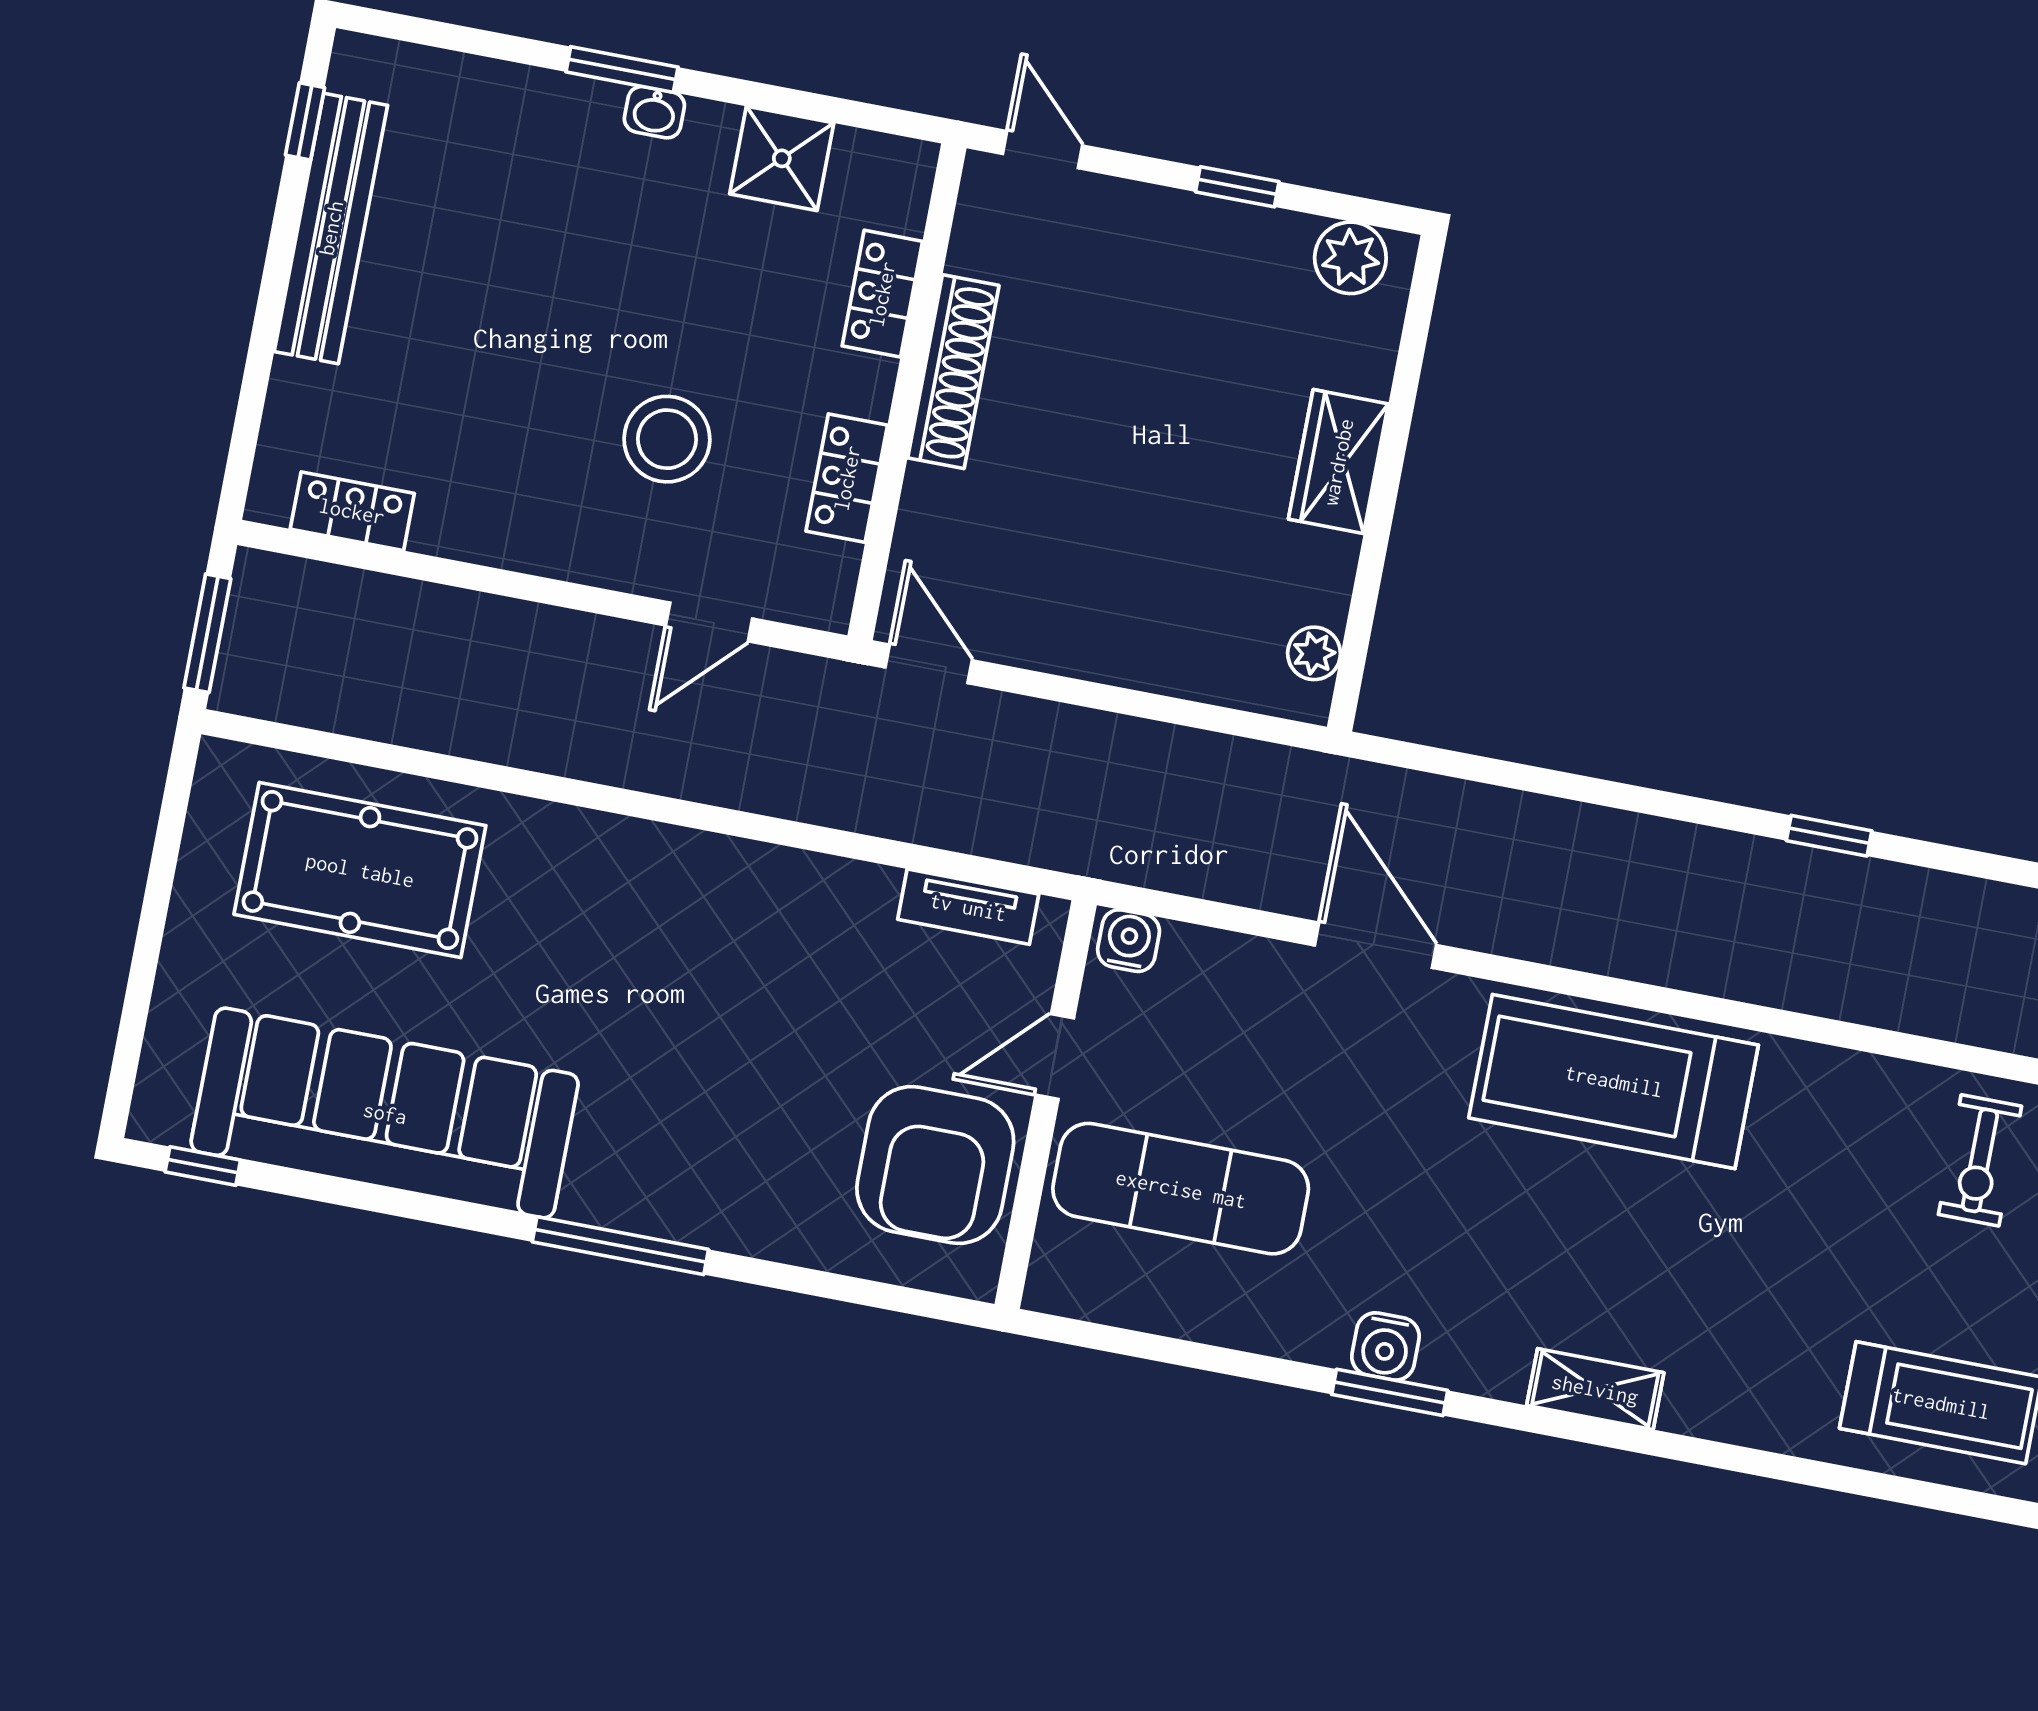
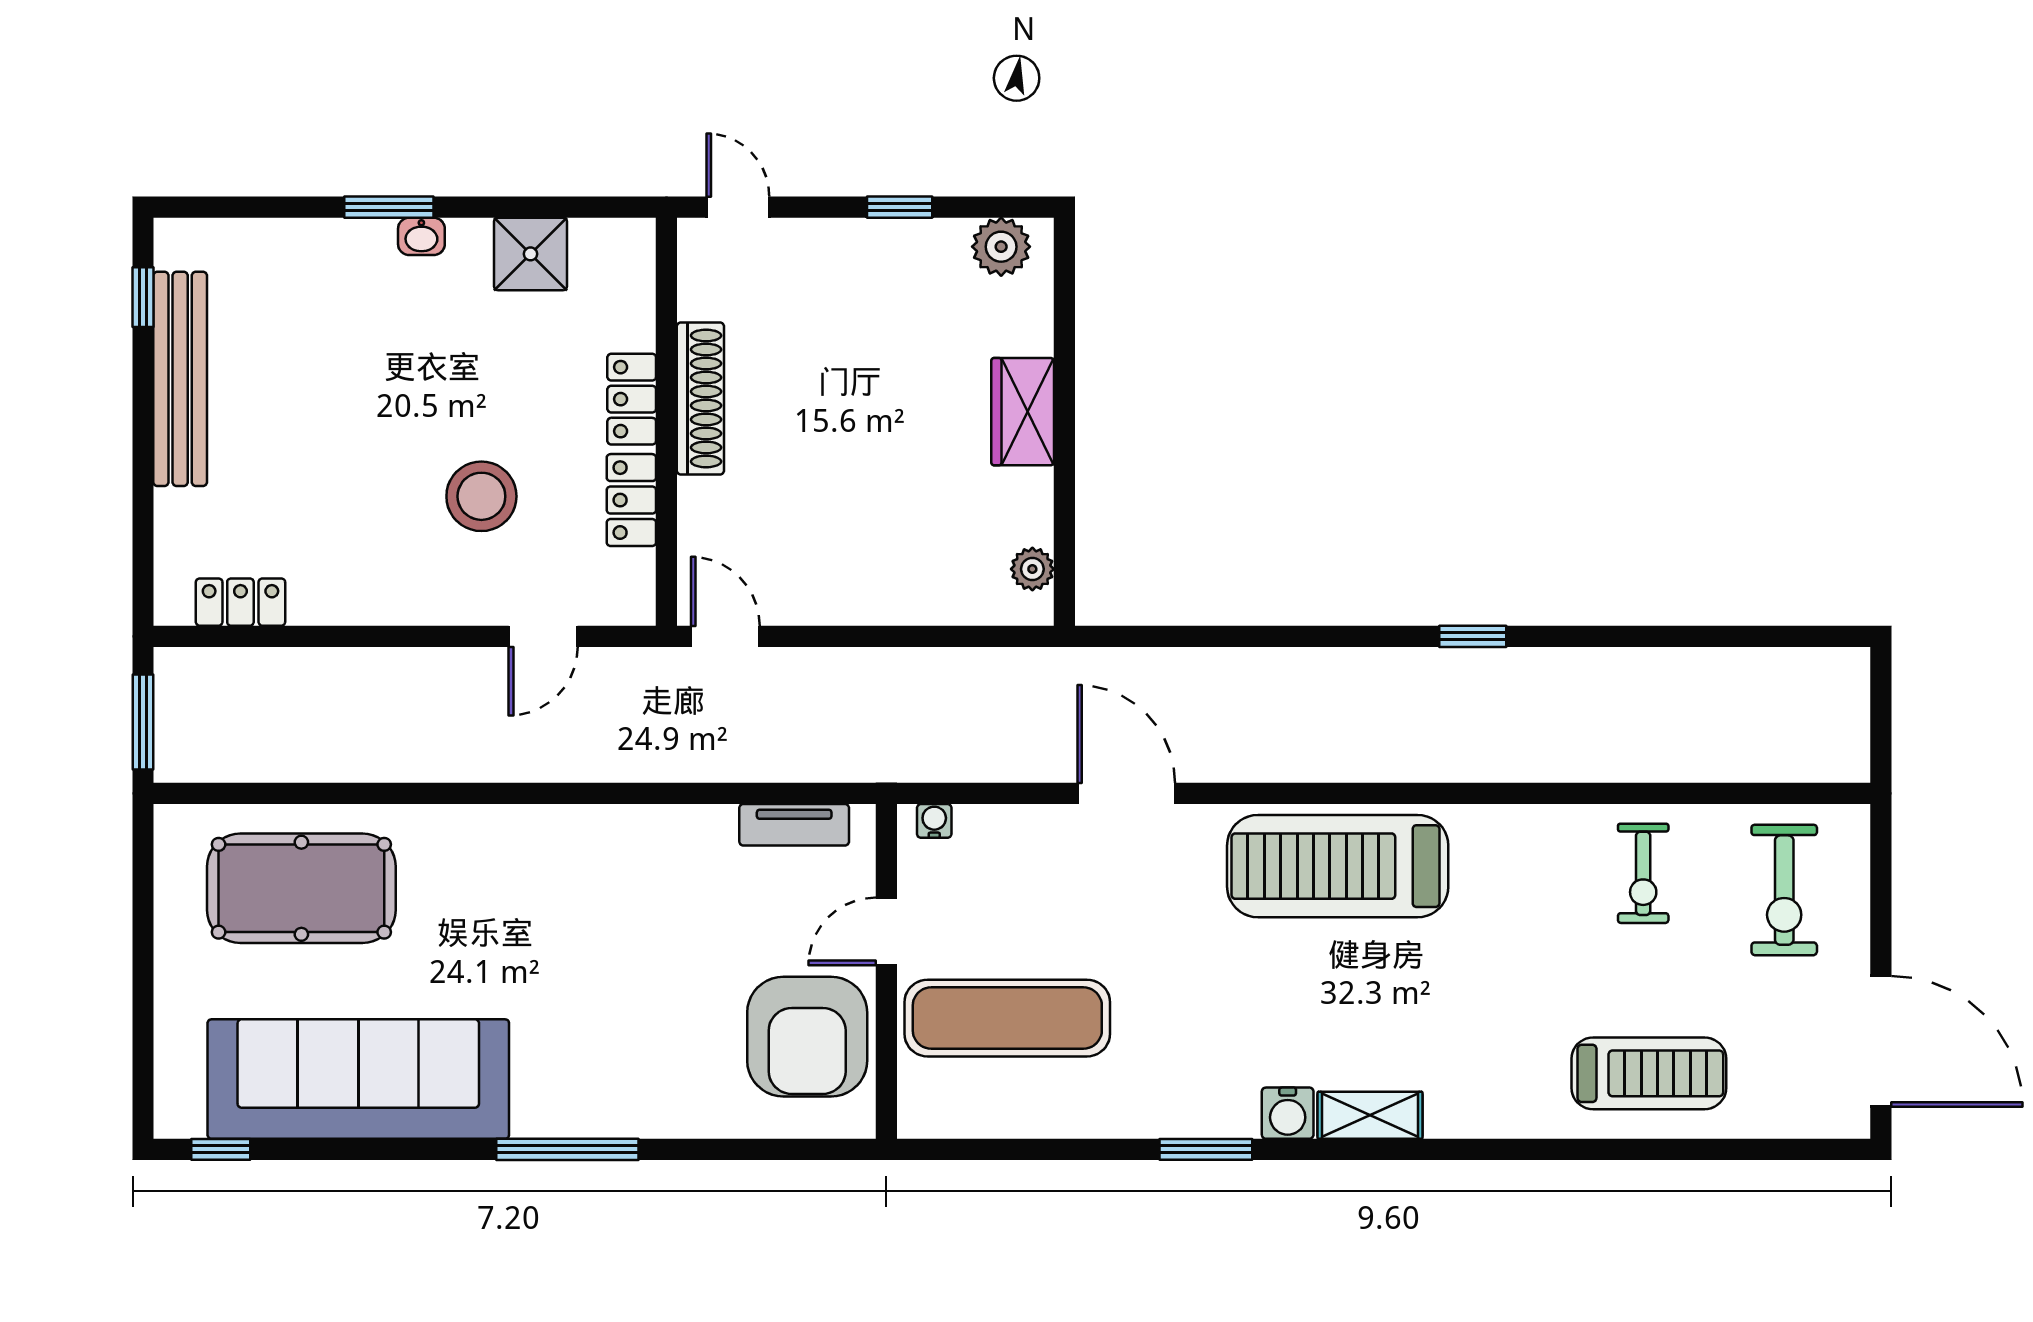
locker: (882, 294) -> (632, 399), moved
water cooler: (1129, 941) -> (934, 821), width x0.72, depth x0.72
water cooler: (1385, 1346) -> (1288, 1113), moved

